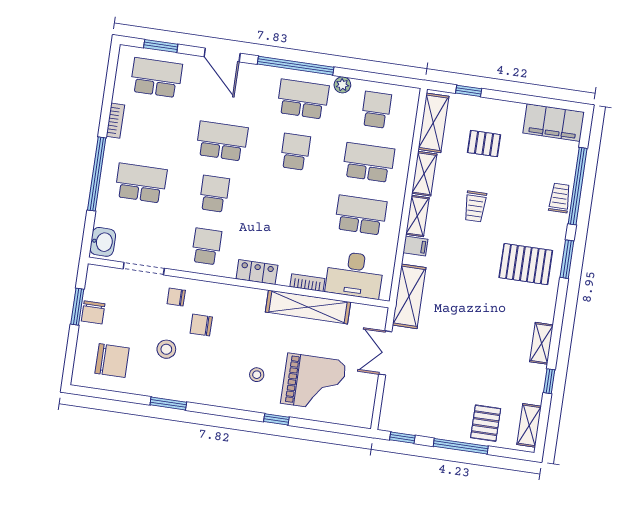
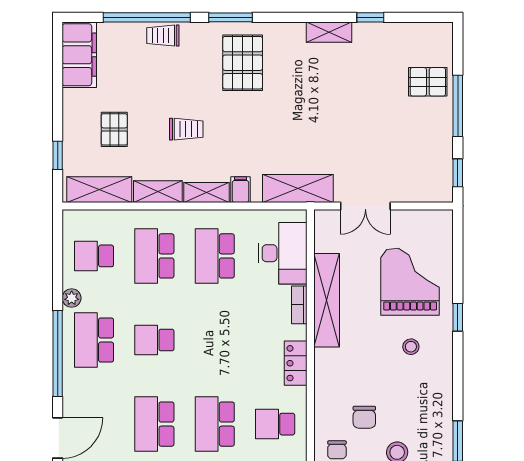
school desk: (214, 194) -> (215, 424), width x1.85
shelving: (529, 425) -> (423, 33), removed

